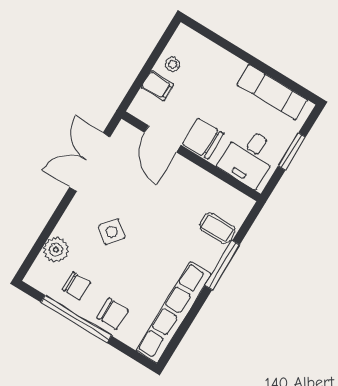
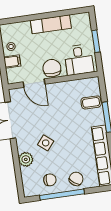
exam couch: (272, 92) -> (51, 24), moved
chair: (203, 139) -> (52, 68), turned 90
plant: (56, 250) -> (26, 159), moved
chair: (112, 314) -> (76, 179), turned -55

